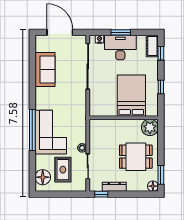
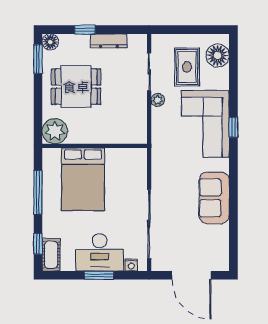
sofa: (45, 70) -> (214, 198), moved
window: (161, 87) -> (38, 192), width x2.17
window: (32, 130) -> (233, 127), width x0.32
window: (101, 194) -> (85, 30), moved

